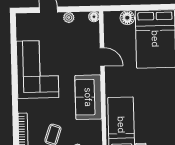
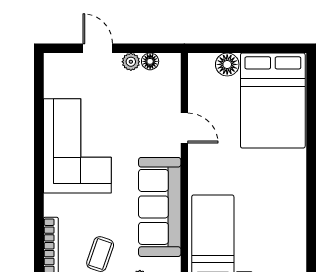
floor lamp: (94, 17) -> (150, 61), moved
sofa: (88, 97) -> (160, 207), width x1.36

